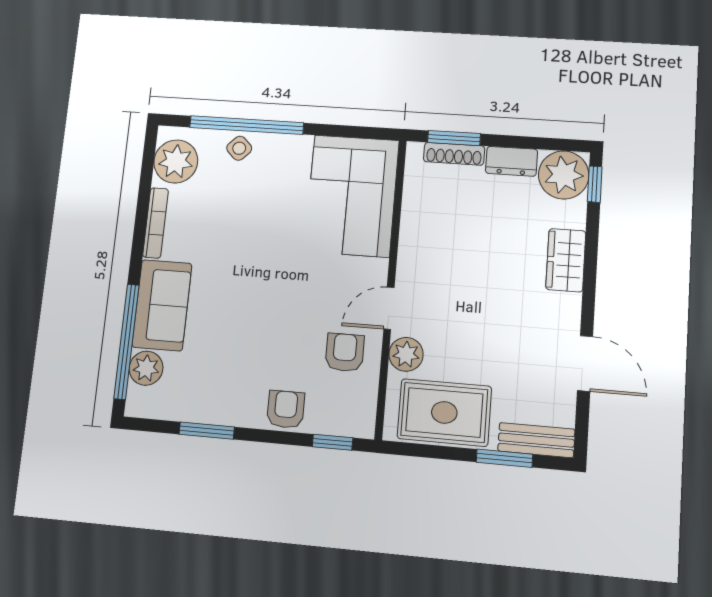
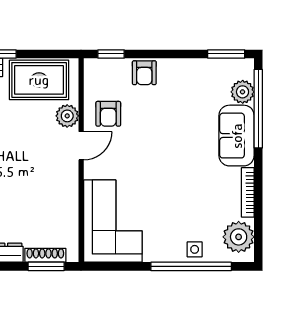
side table: (239, 148) -> (195, 249), turned 45
window: (207, 431) -> (226, 54), moved

